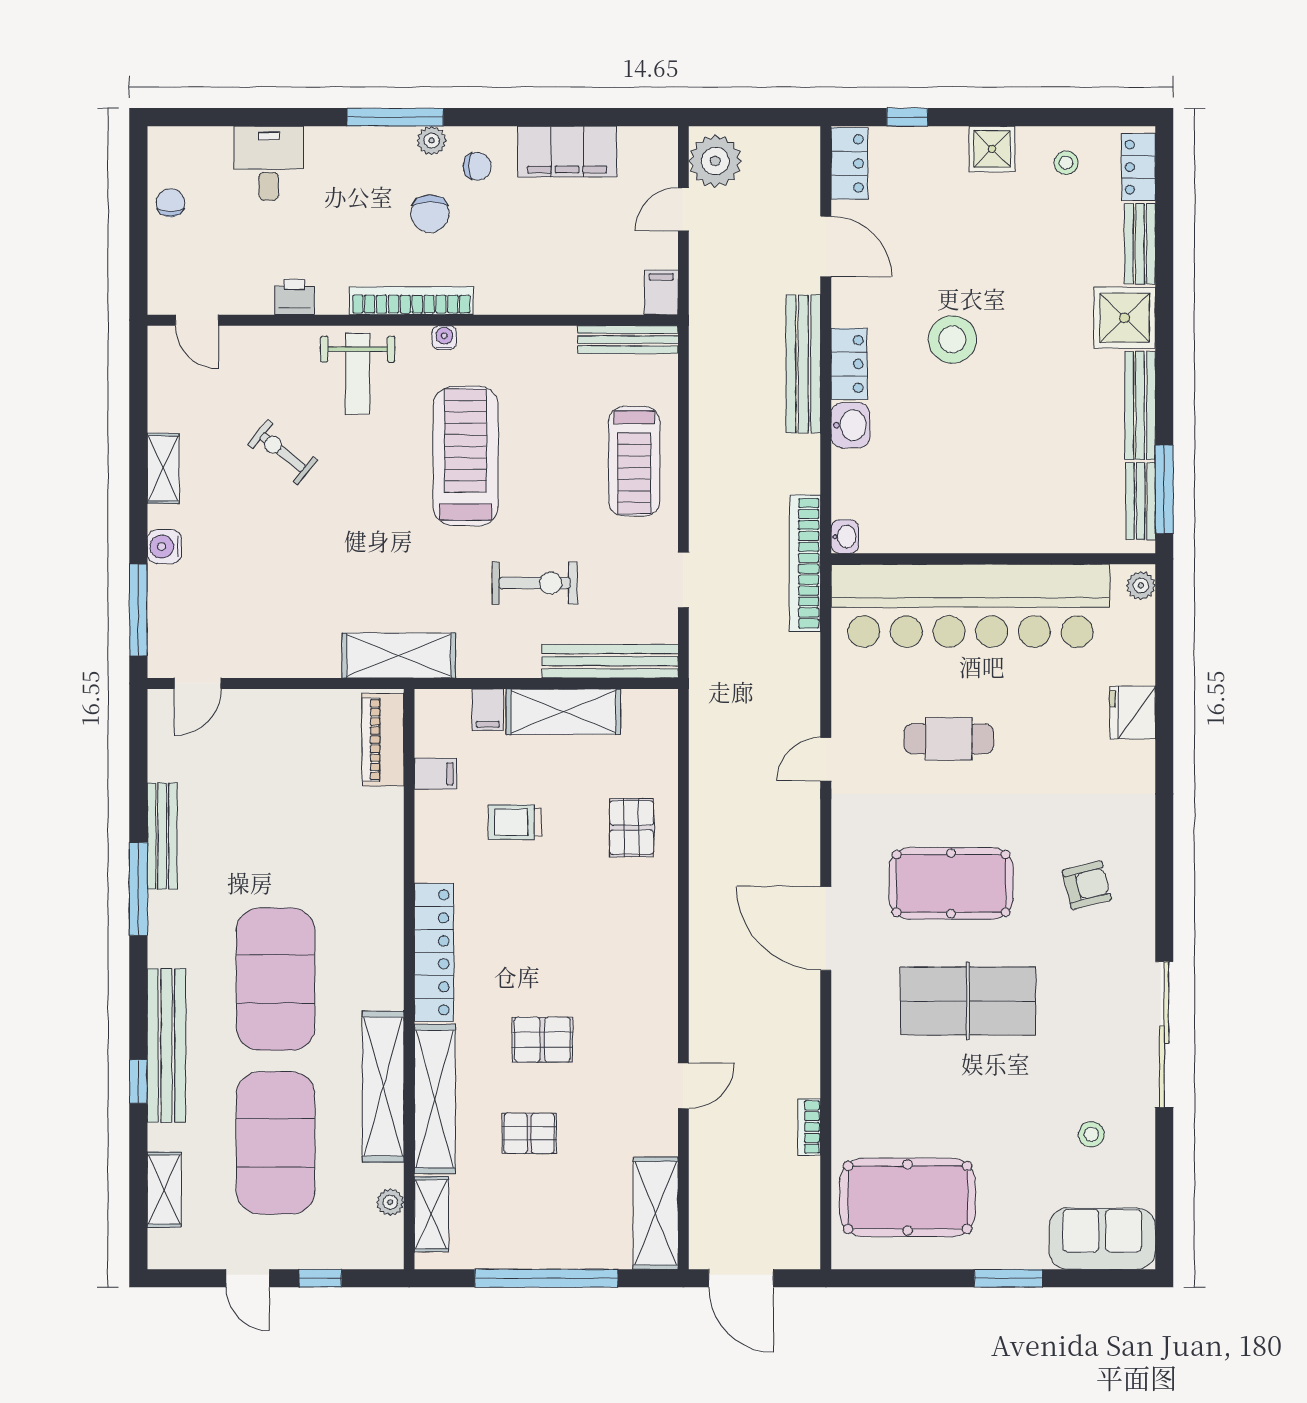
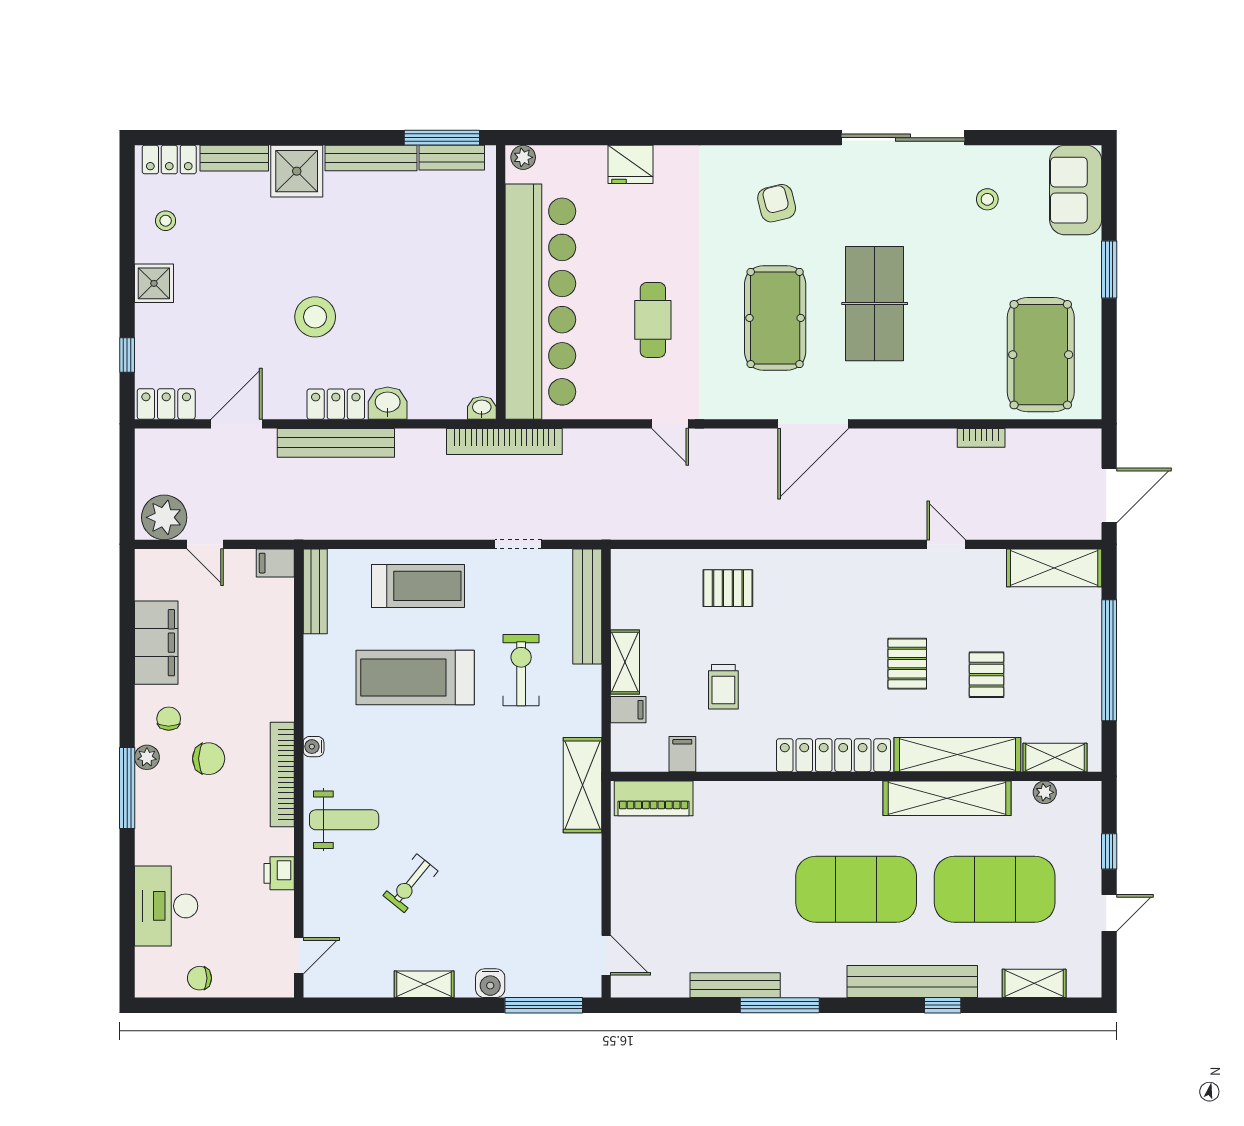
desk: (269, 163) -> (166, 906), width x1.37
treadmill: (466, 456) -> (415, 677), moved
shelving: (563, 712) -> (625, 662), width x0.67, depth x0.75

